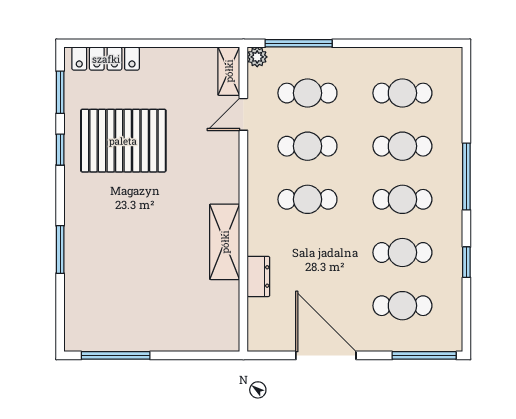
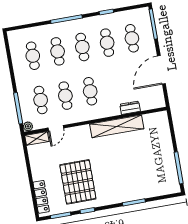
door: (243, 114) -> (56, 128), hinge flipped
shelving: (225, 242) -> (117, 126), width x1.47

